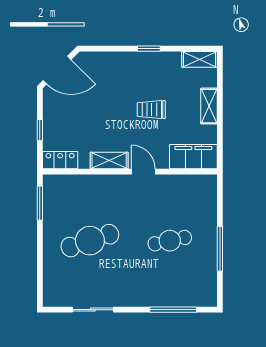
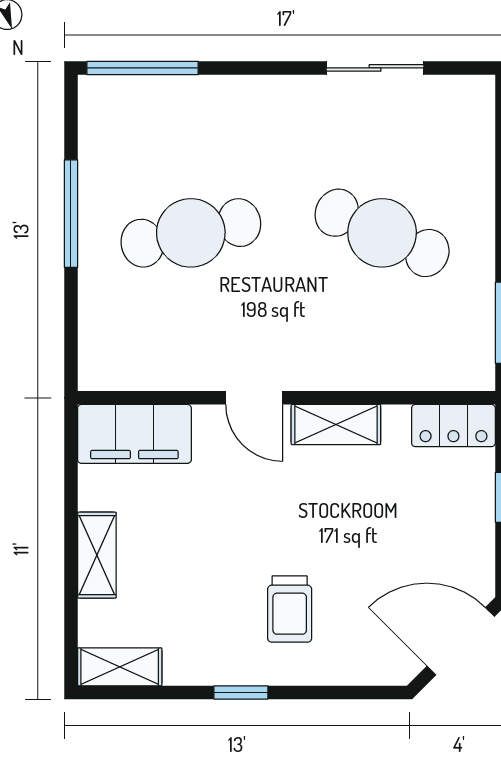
trolley: (151, 110) -> (290, 609), moved, turned 90
cafe table: (90, 241) -> (382, 233), turned 42
cafe table: (170, 241) -> (191, 233), width x1.37, depth x1.35
window: (173, 310) -> (143, 68), moved

